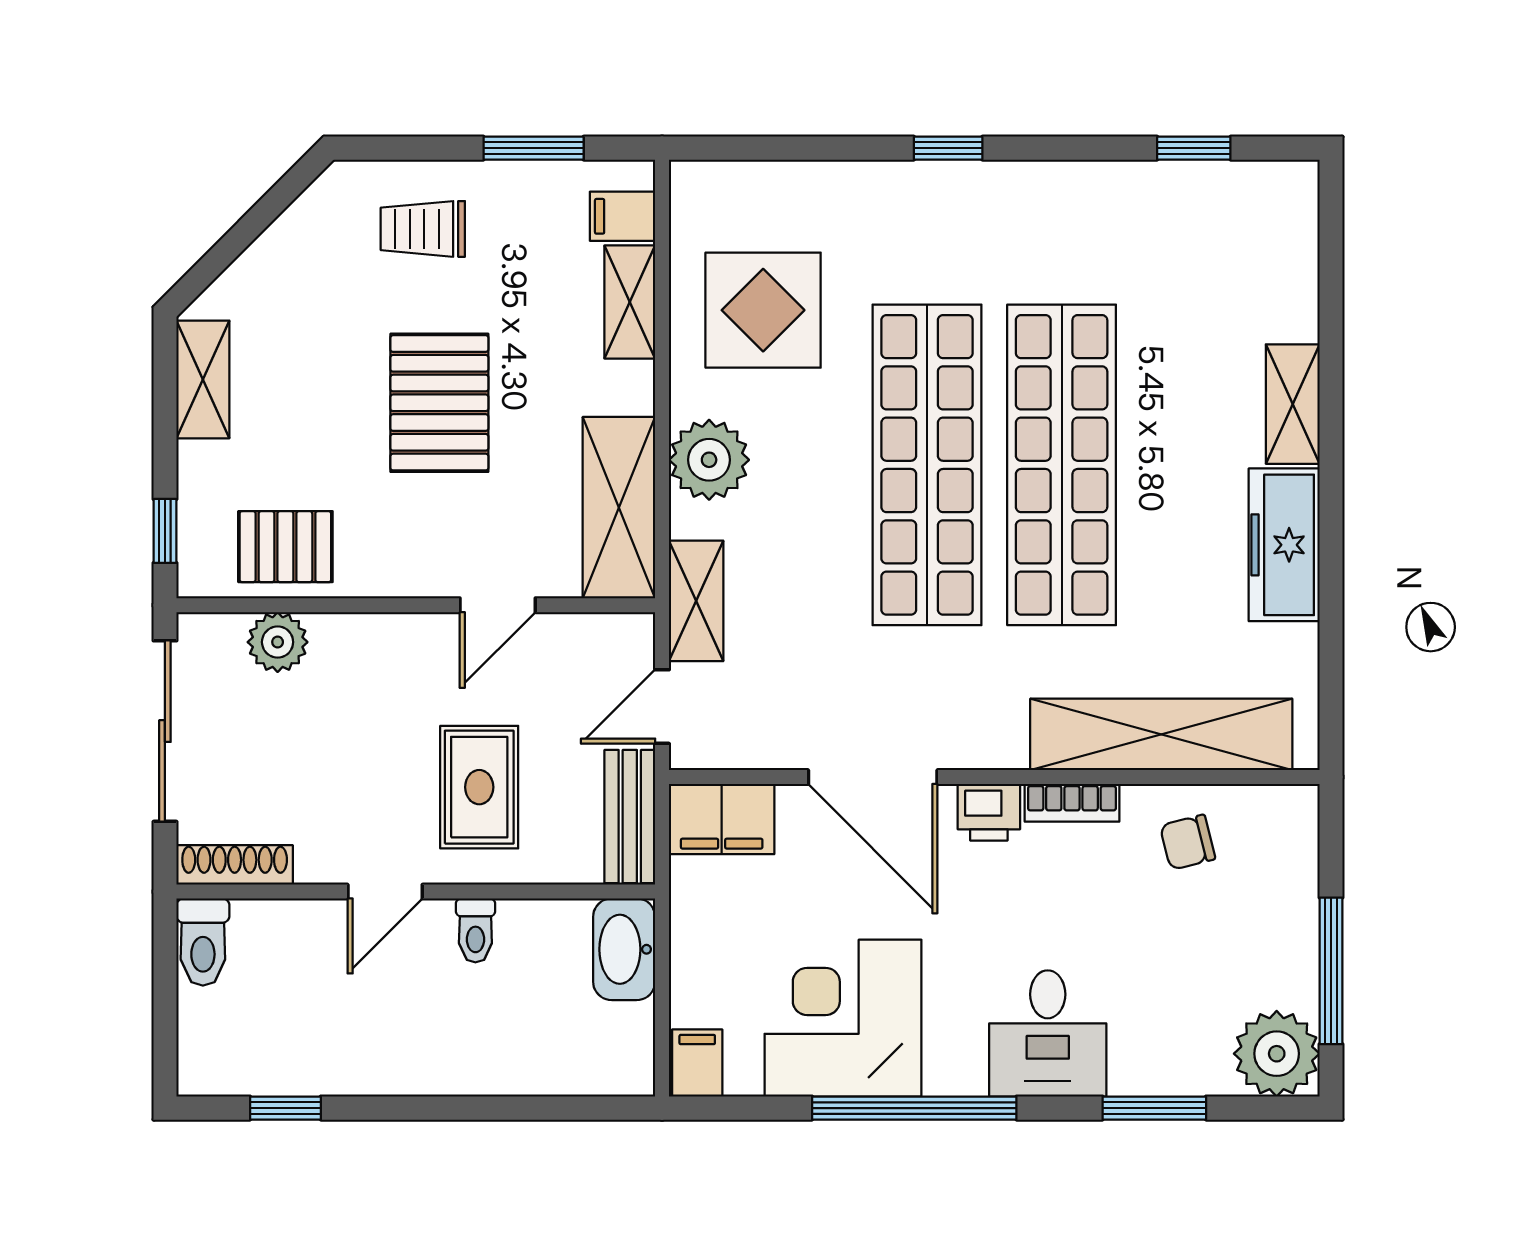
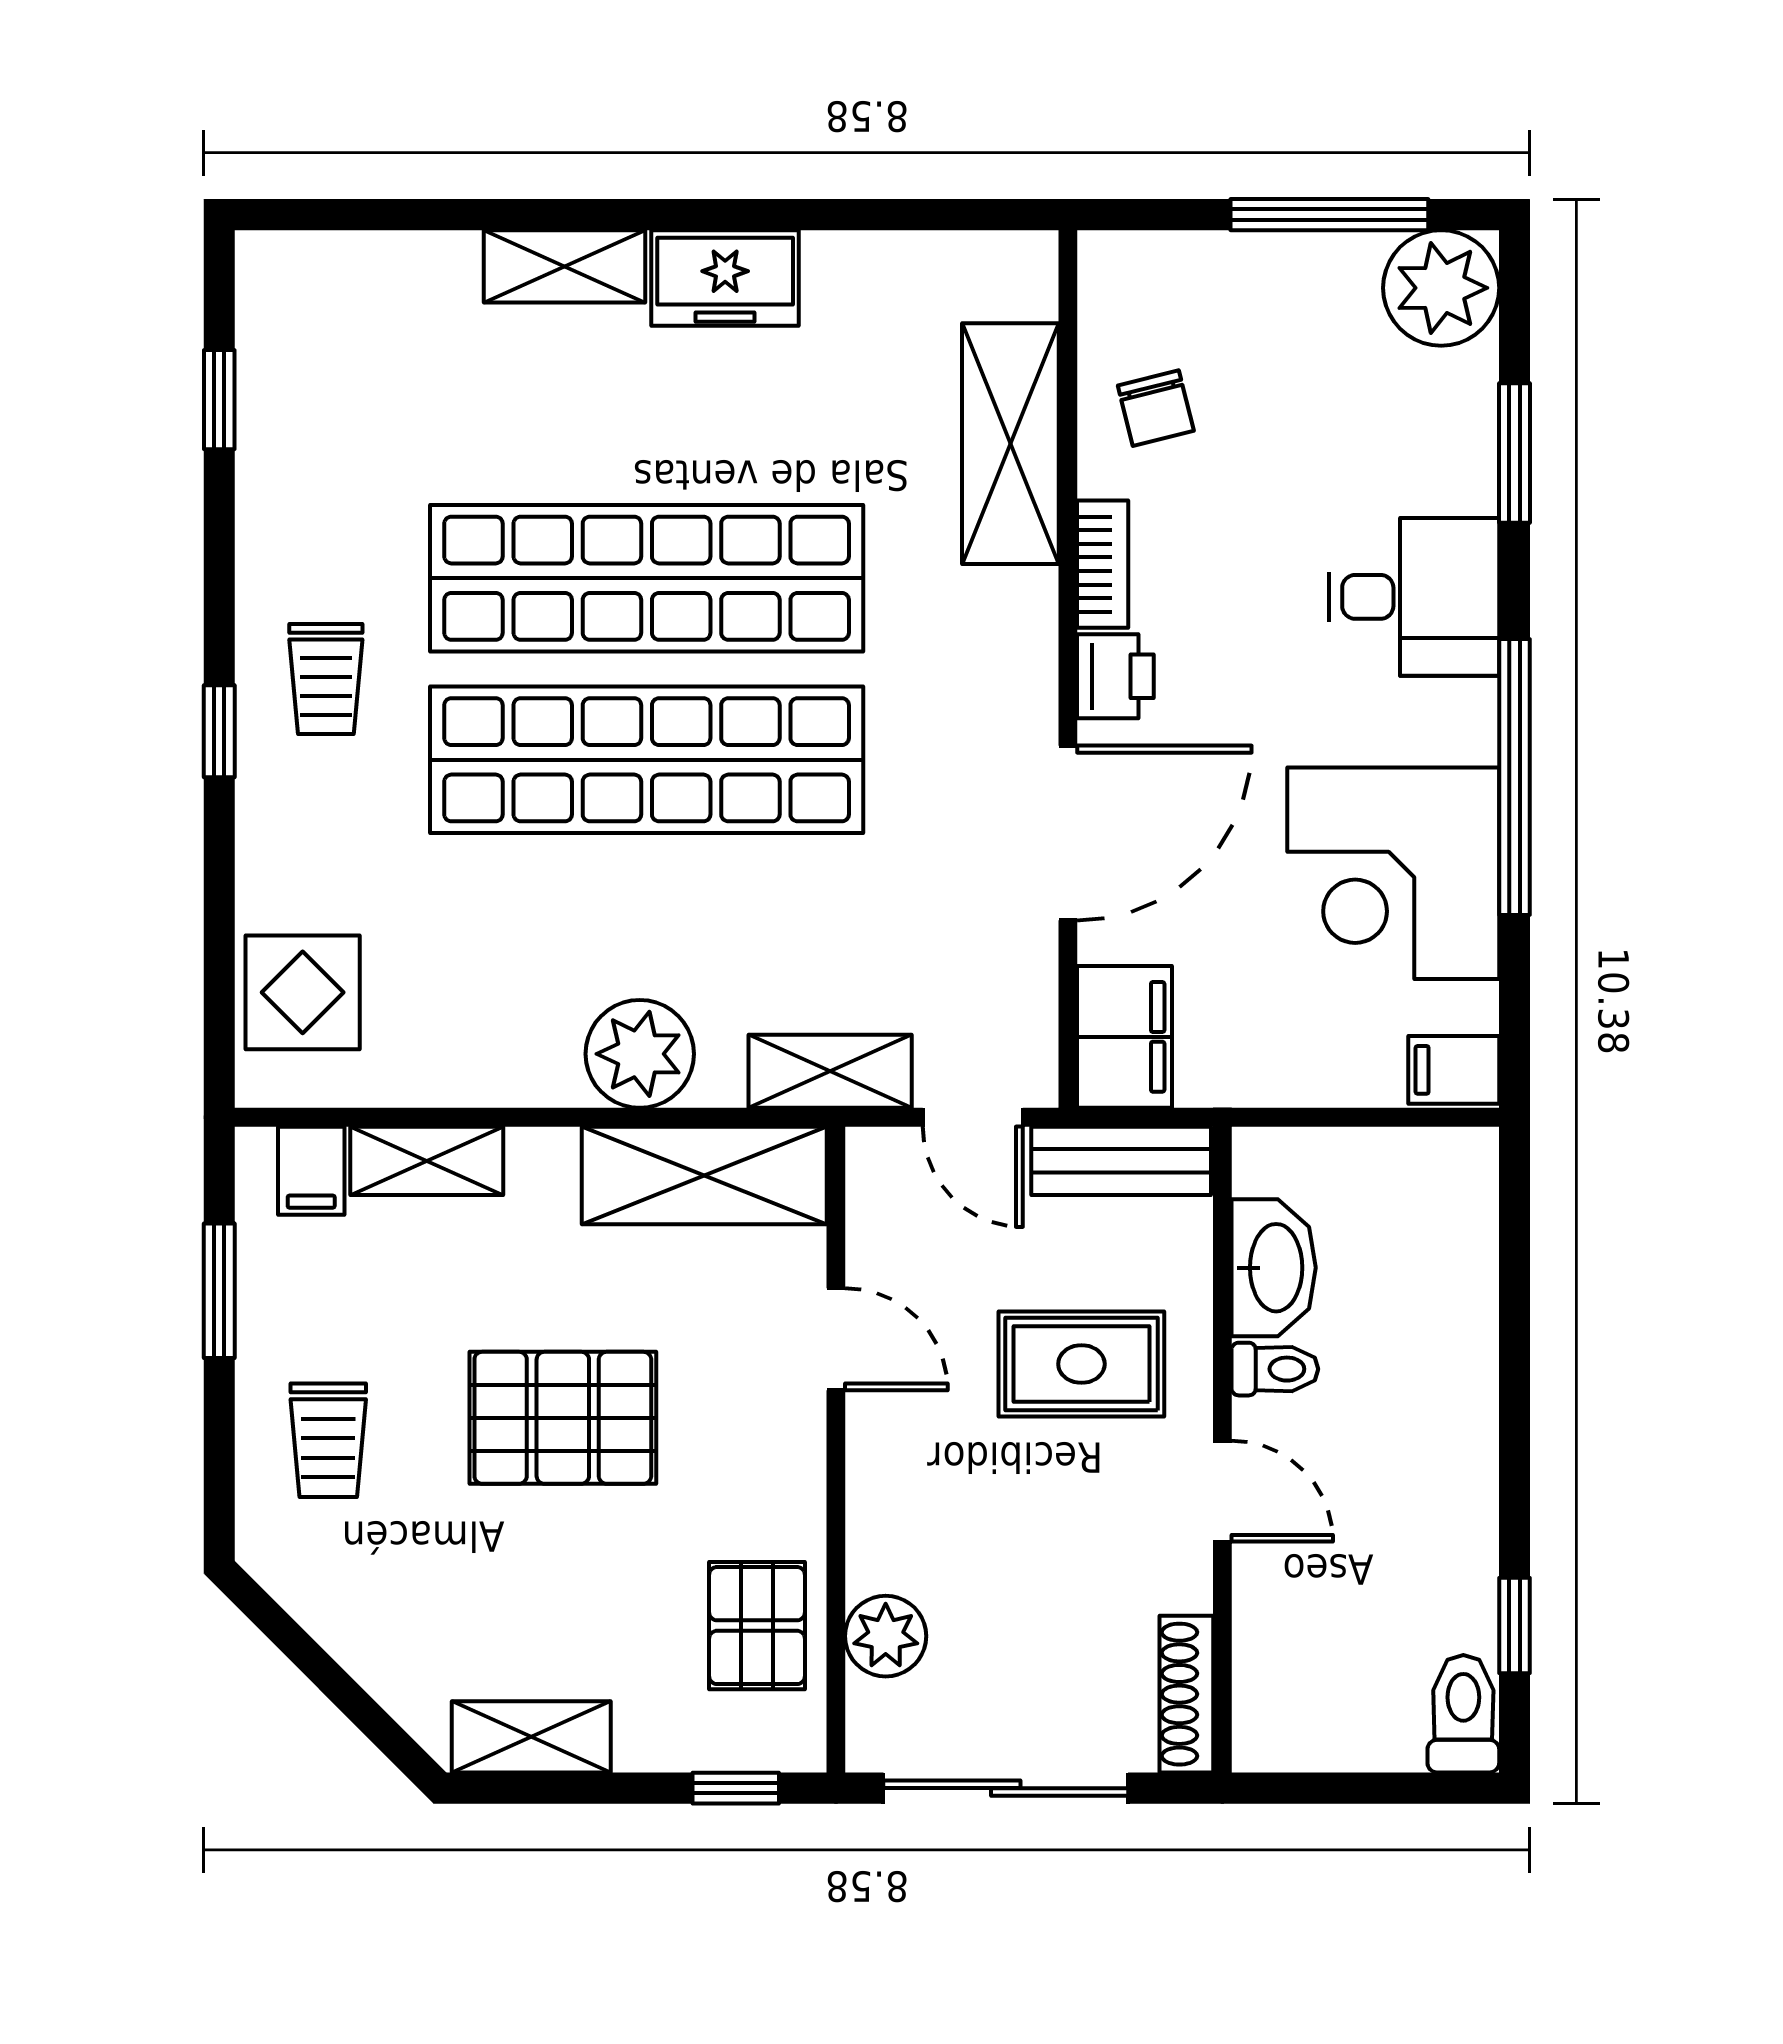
trolley: (987, 227) -> (326, 679), added
display table: (763, 310) -> (303, 992), moved, width x0.73, depth x0.73
freezer: (1284, 545) -> (725, 278), width x0.71
shelving: (1161, 734) -> (1010, 444), width x0.68
toilet: (203, 942) -> (1463, 1714), moved, turned -90
washbasin: (624, 949) -> (1274, 1268), moved, turned -90

